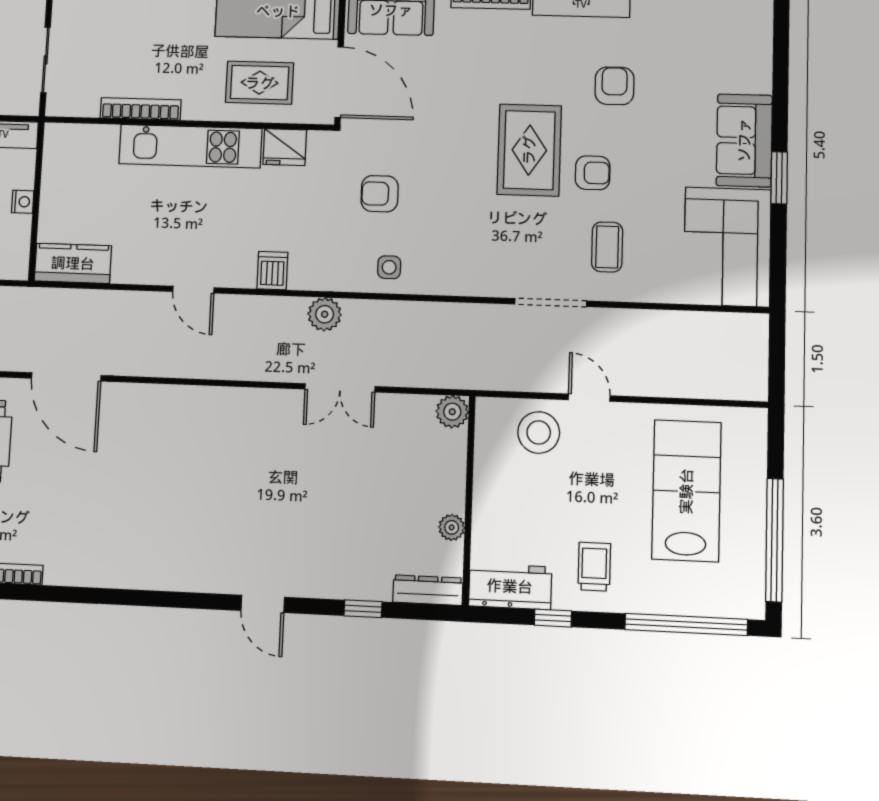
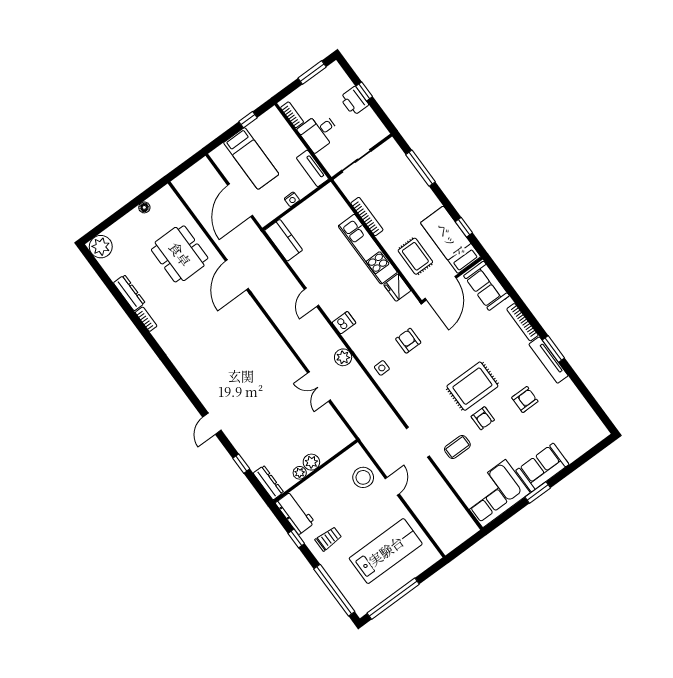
plant: (452, 412) -> (311, 462), moved

